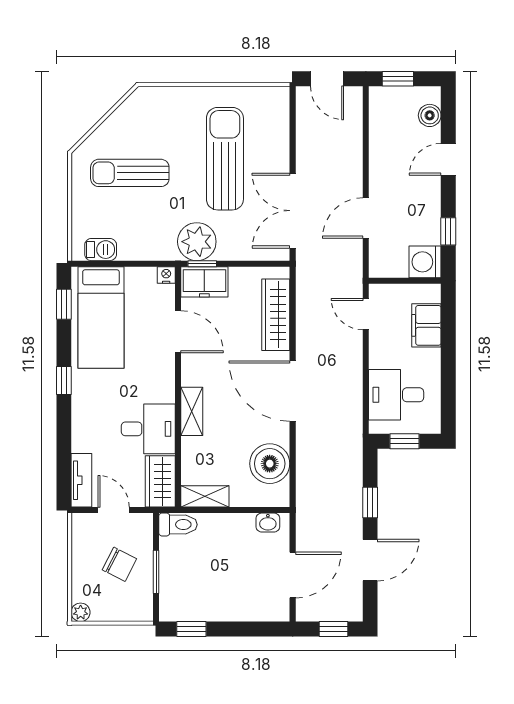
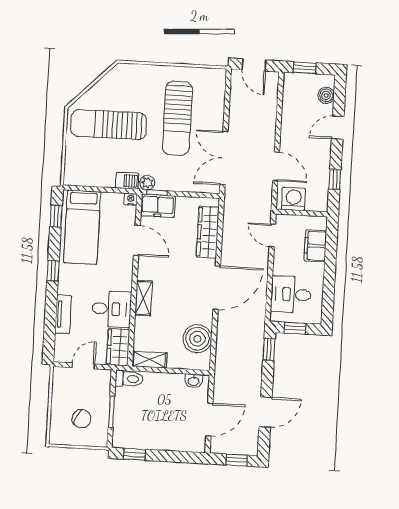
sun lounger: (225, 159) -> (177, 118), turned 180
sun lounger: (130, 173) -> (109, 125), width x1.36, depth x1.34
door: (366, 218) -> (276, 166), swing flipped
plant: (197, 242) -> (147, 183), width x0.53, depth x0.53
barbecue: (101, 250) -> (127, 181), moved
washing machine: (425, 262) -> (294, 199), moved, turned 90
door: (293, 391) -> (217, 288), swing flipped
tv unit: (81, 480) -> (63, 314), moved
window: (370, 502) -> (269, 349), moved
door: (114, 510) -> (83, 366), hinge flipped
chair: (119, 564) -> (82, 419), moved
plant: (81, 612) -> (56, 438), removed

